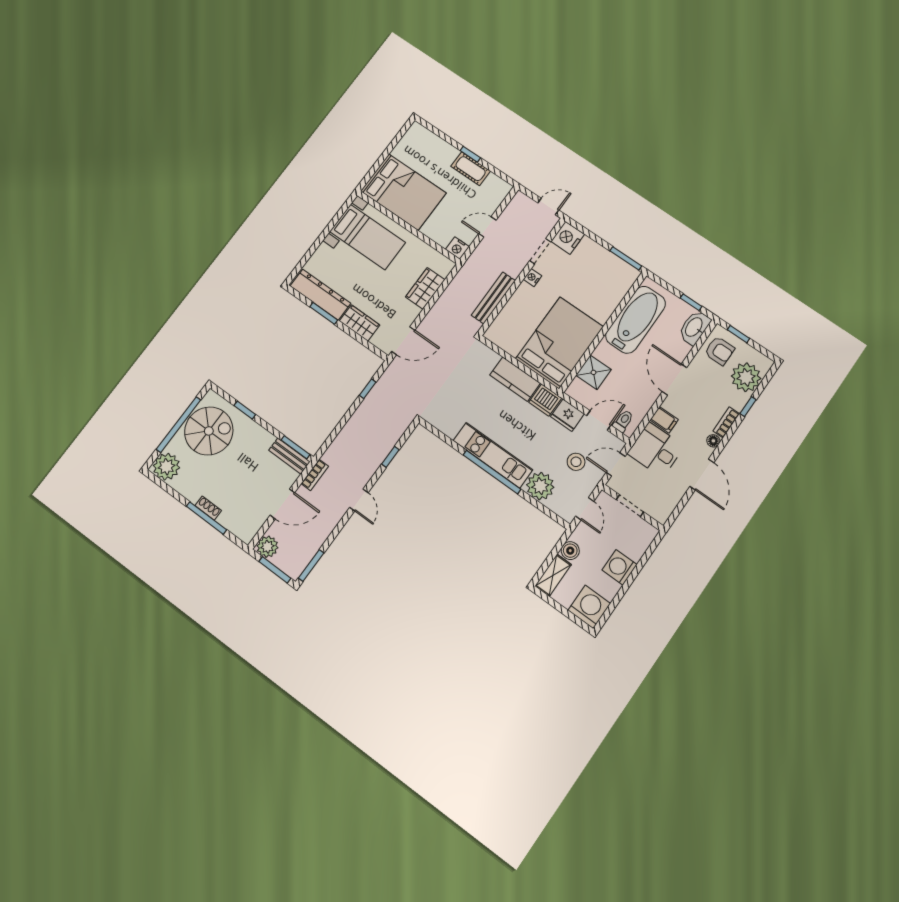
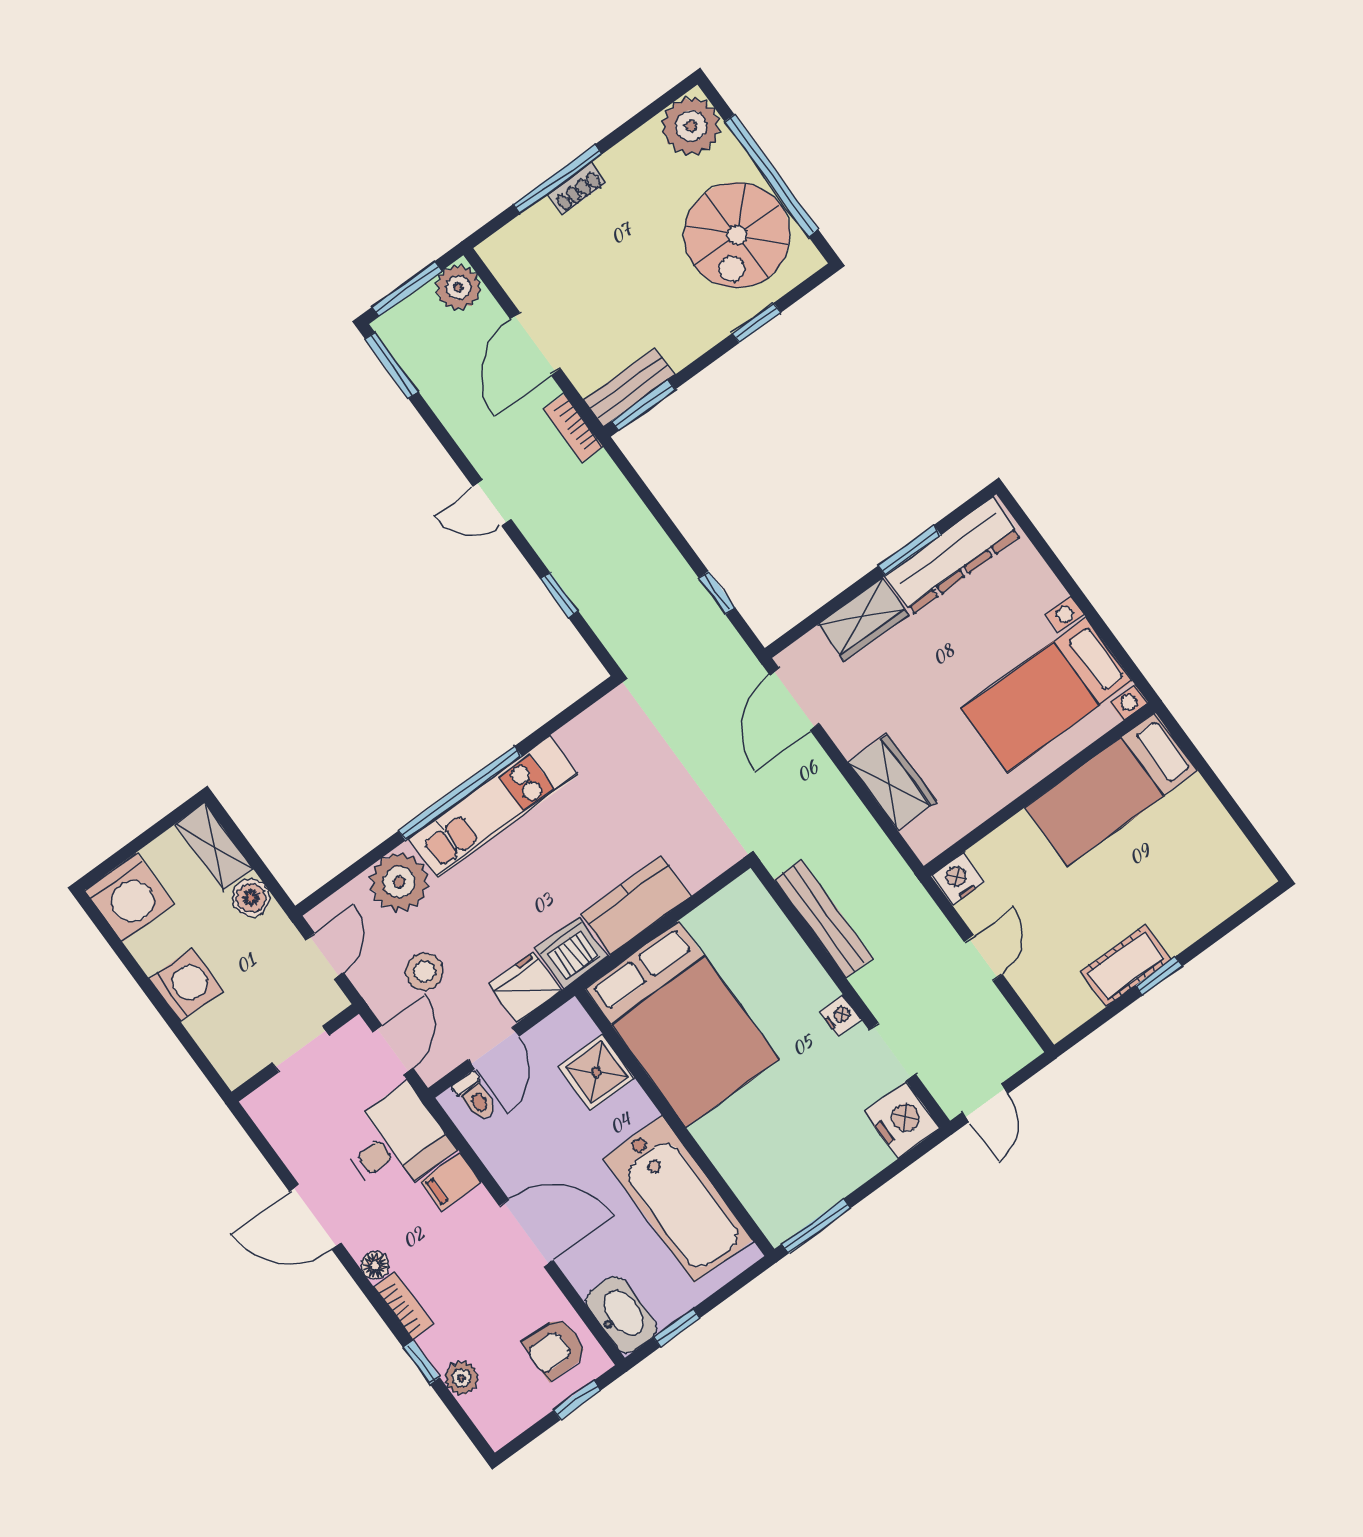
bed: (403, 192) -> (1111, 789), width x0.67
plant: (746, 377) -> (462, 1378), width x0.53, depth x0.53
door: (585, 509) -> (324, 956), swing flipped

